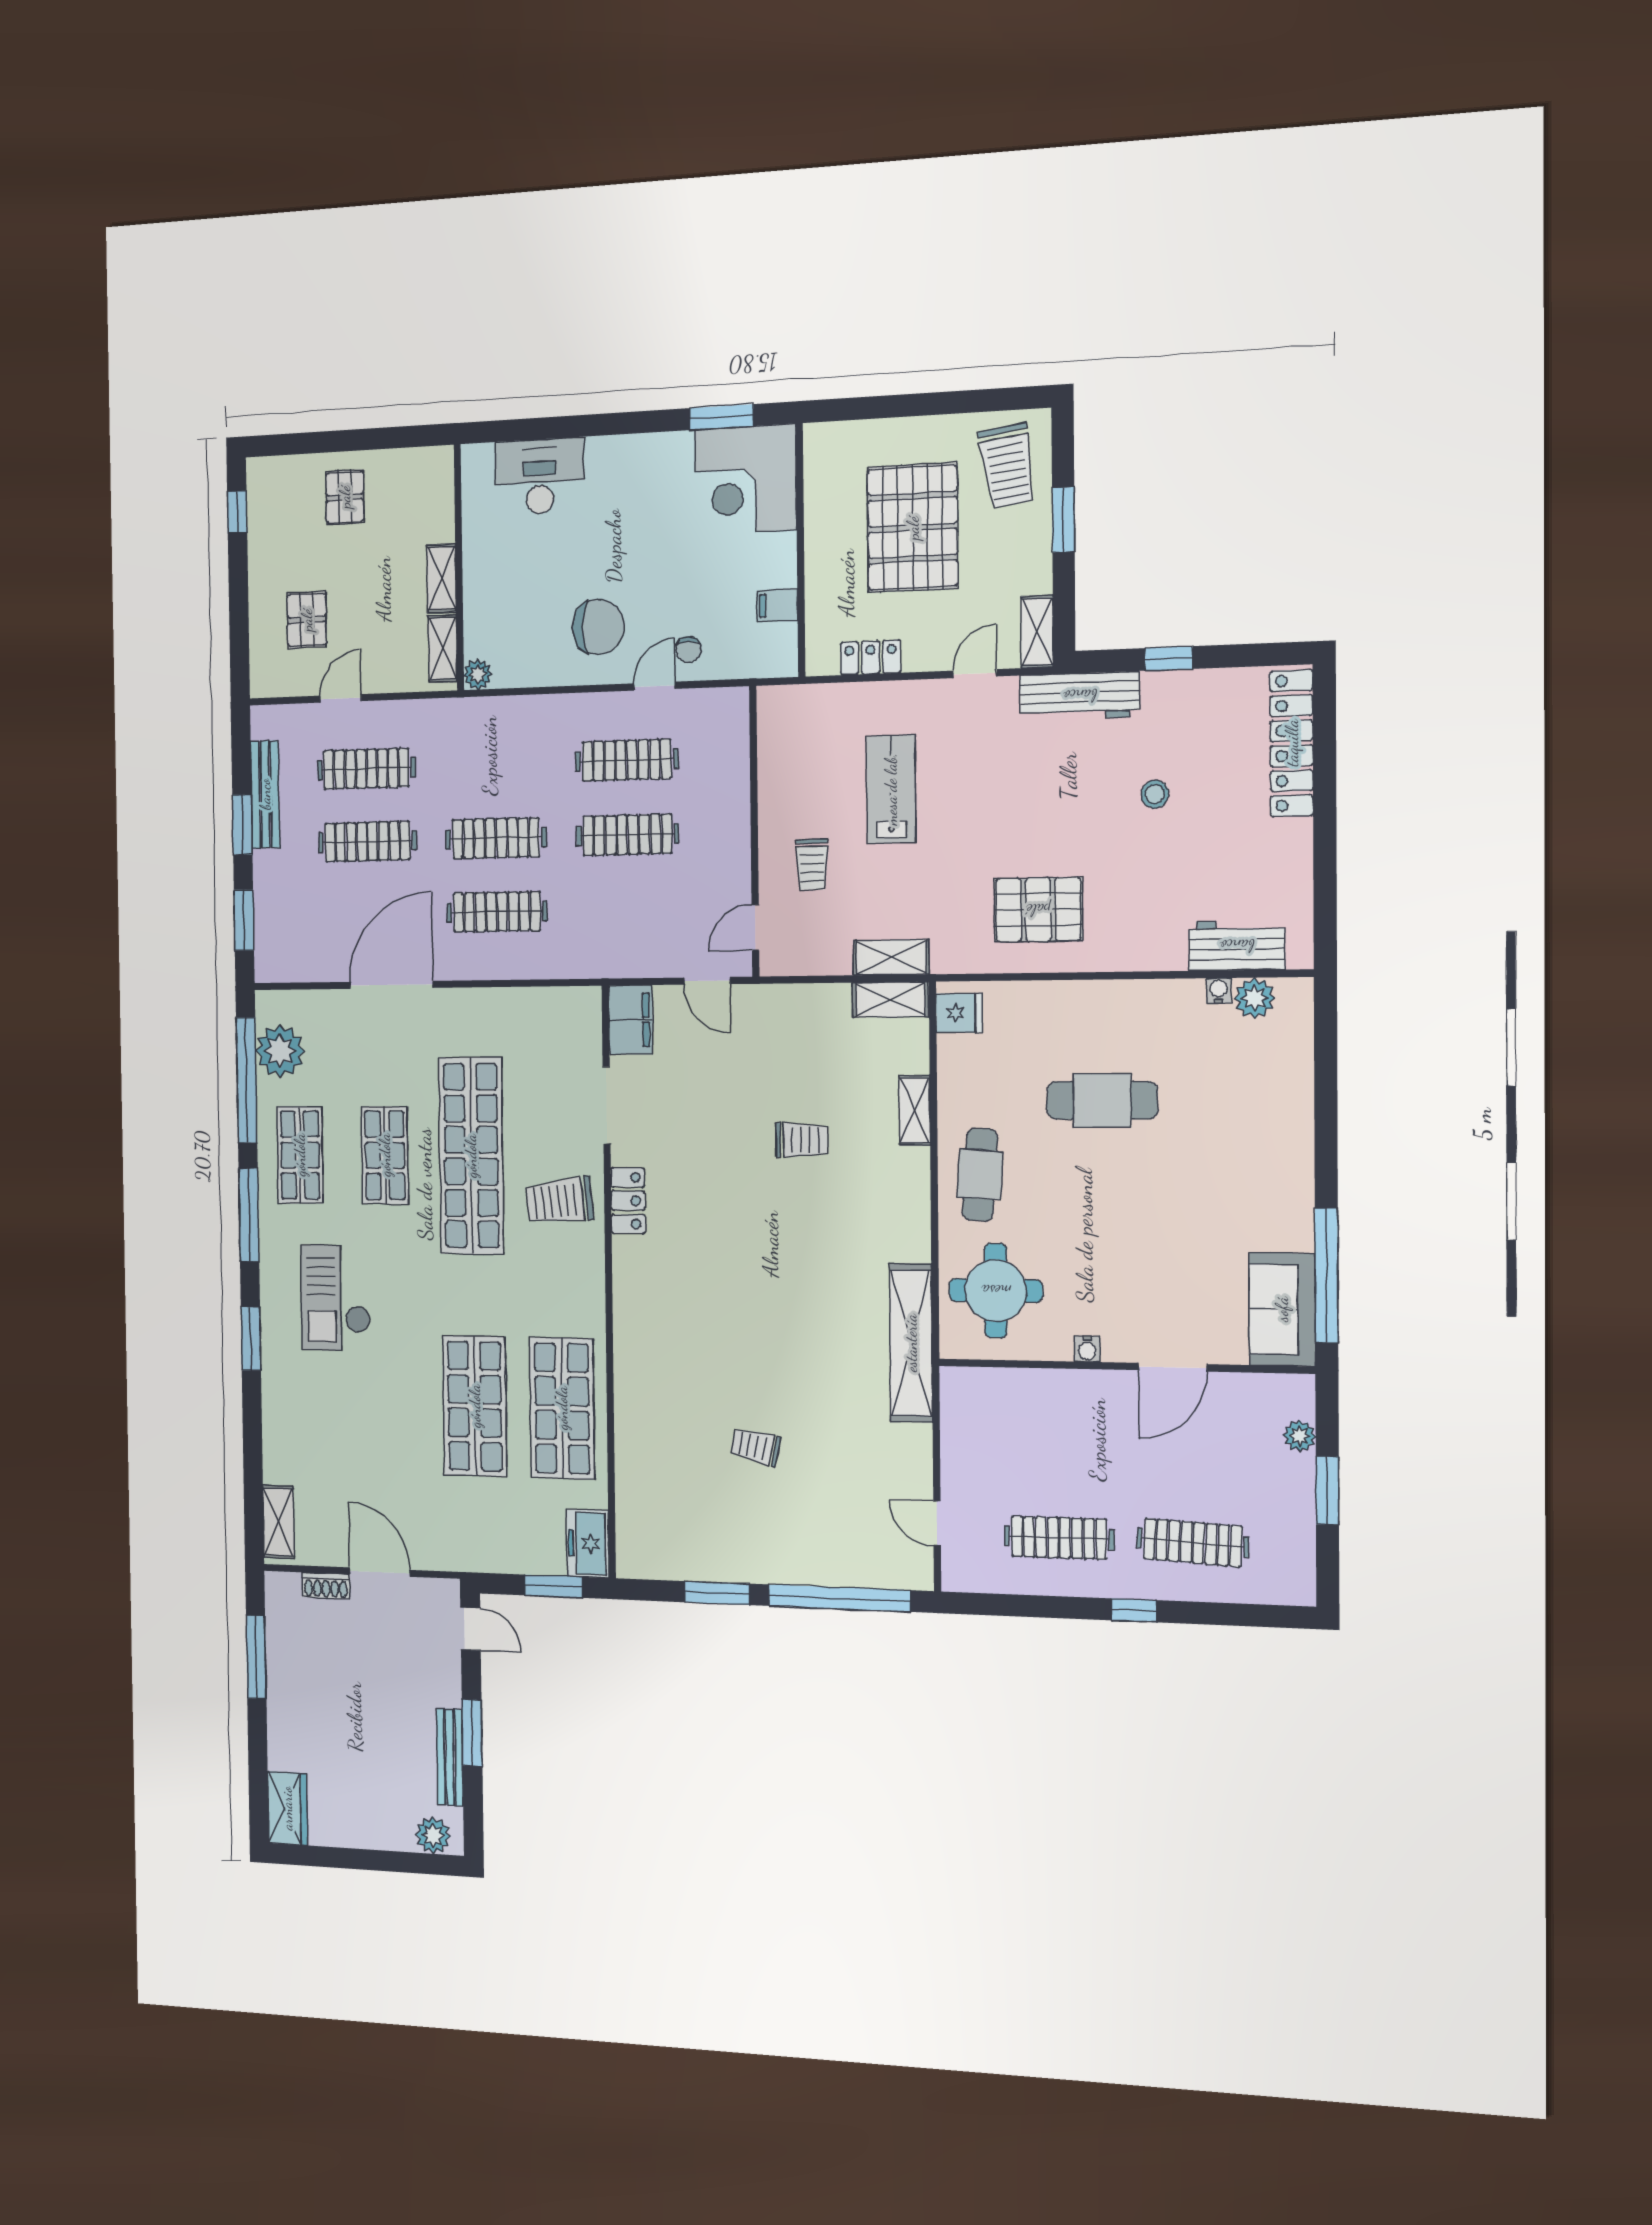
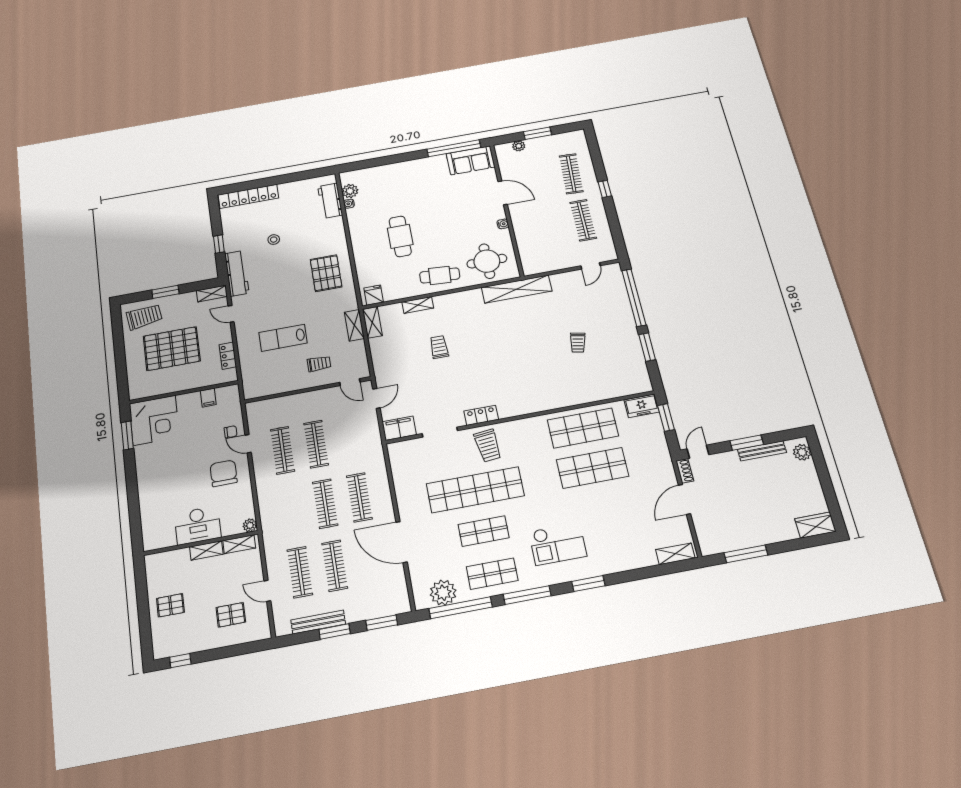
desk: (540, 476) -> (198, 525), moved, turned -90
shoe rack: (326, 1586) -> (685, 471), moved

